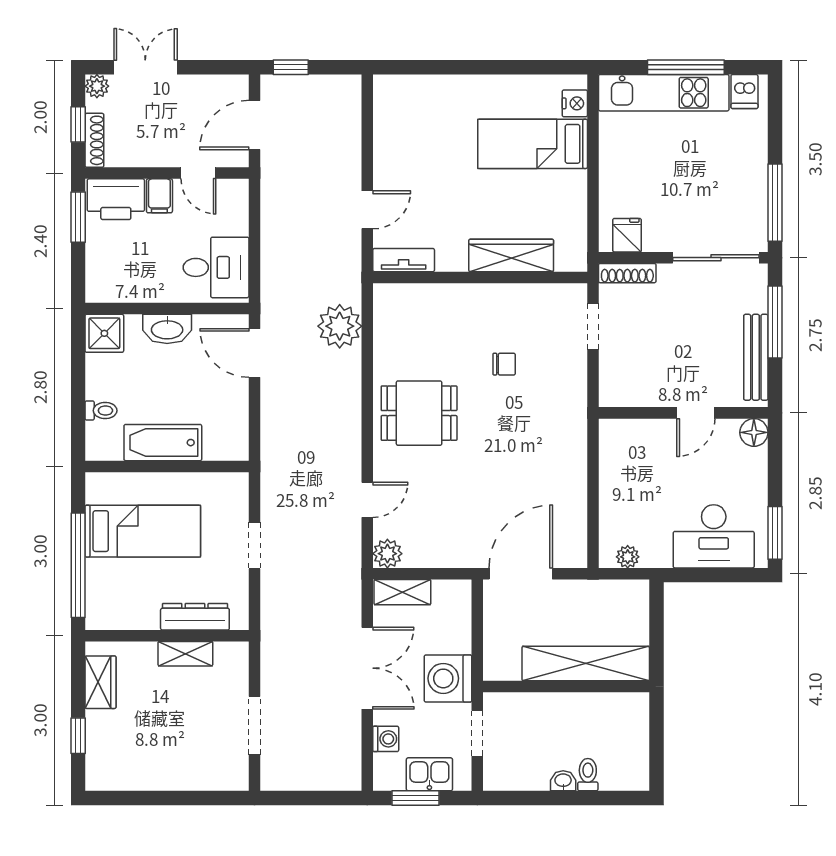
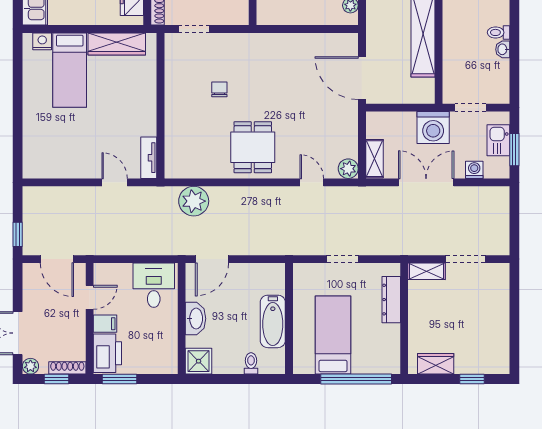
wardrobe: (511, 255) -> (117, 44), moved, turned -90
shelving: (185, 654) -> (427, 271), moved, turned 90

